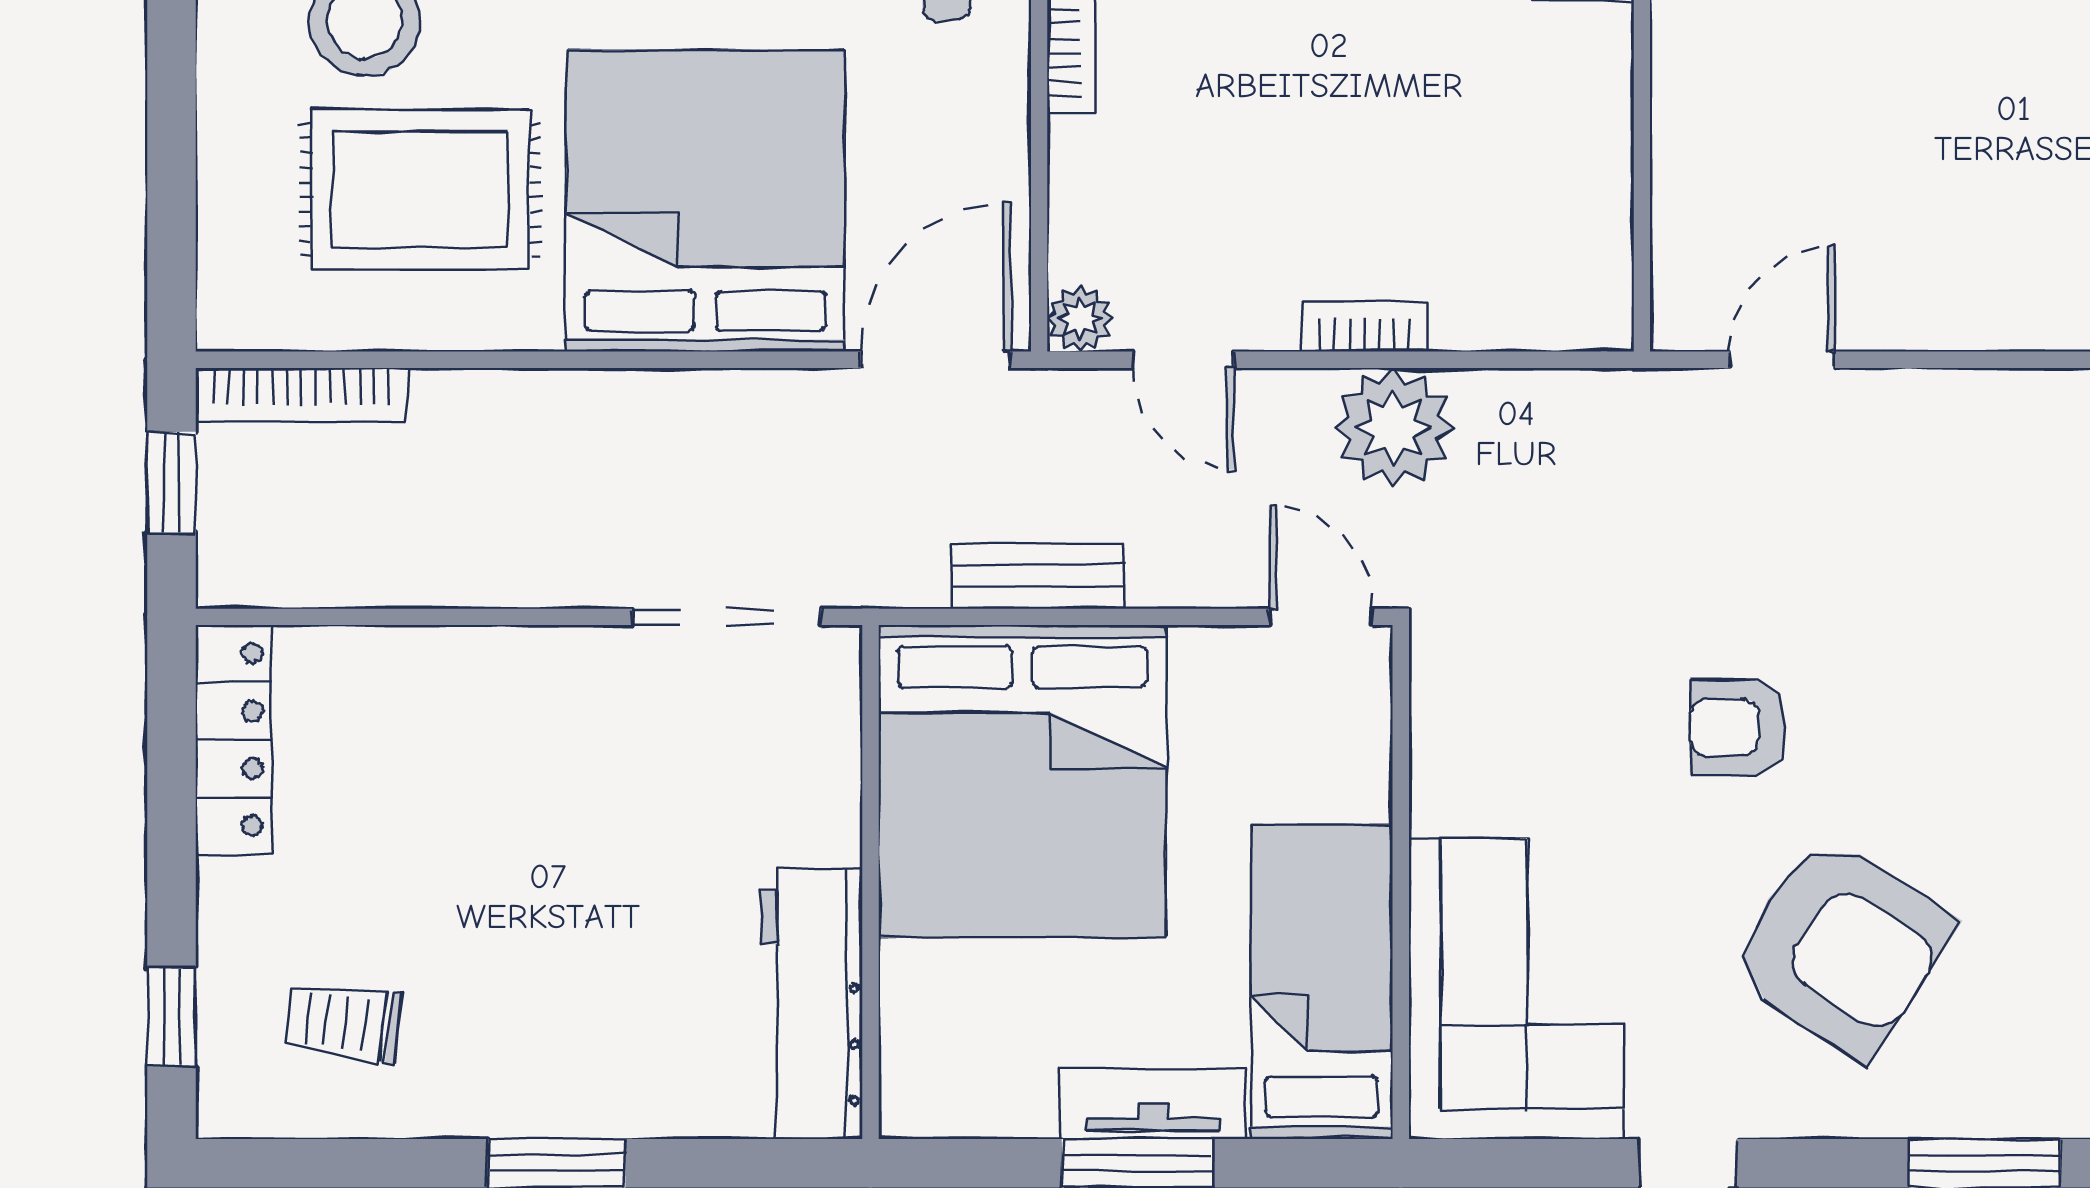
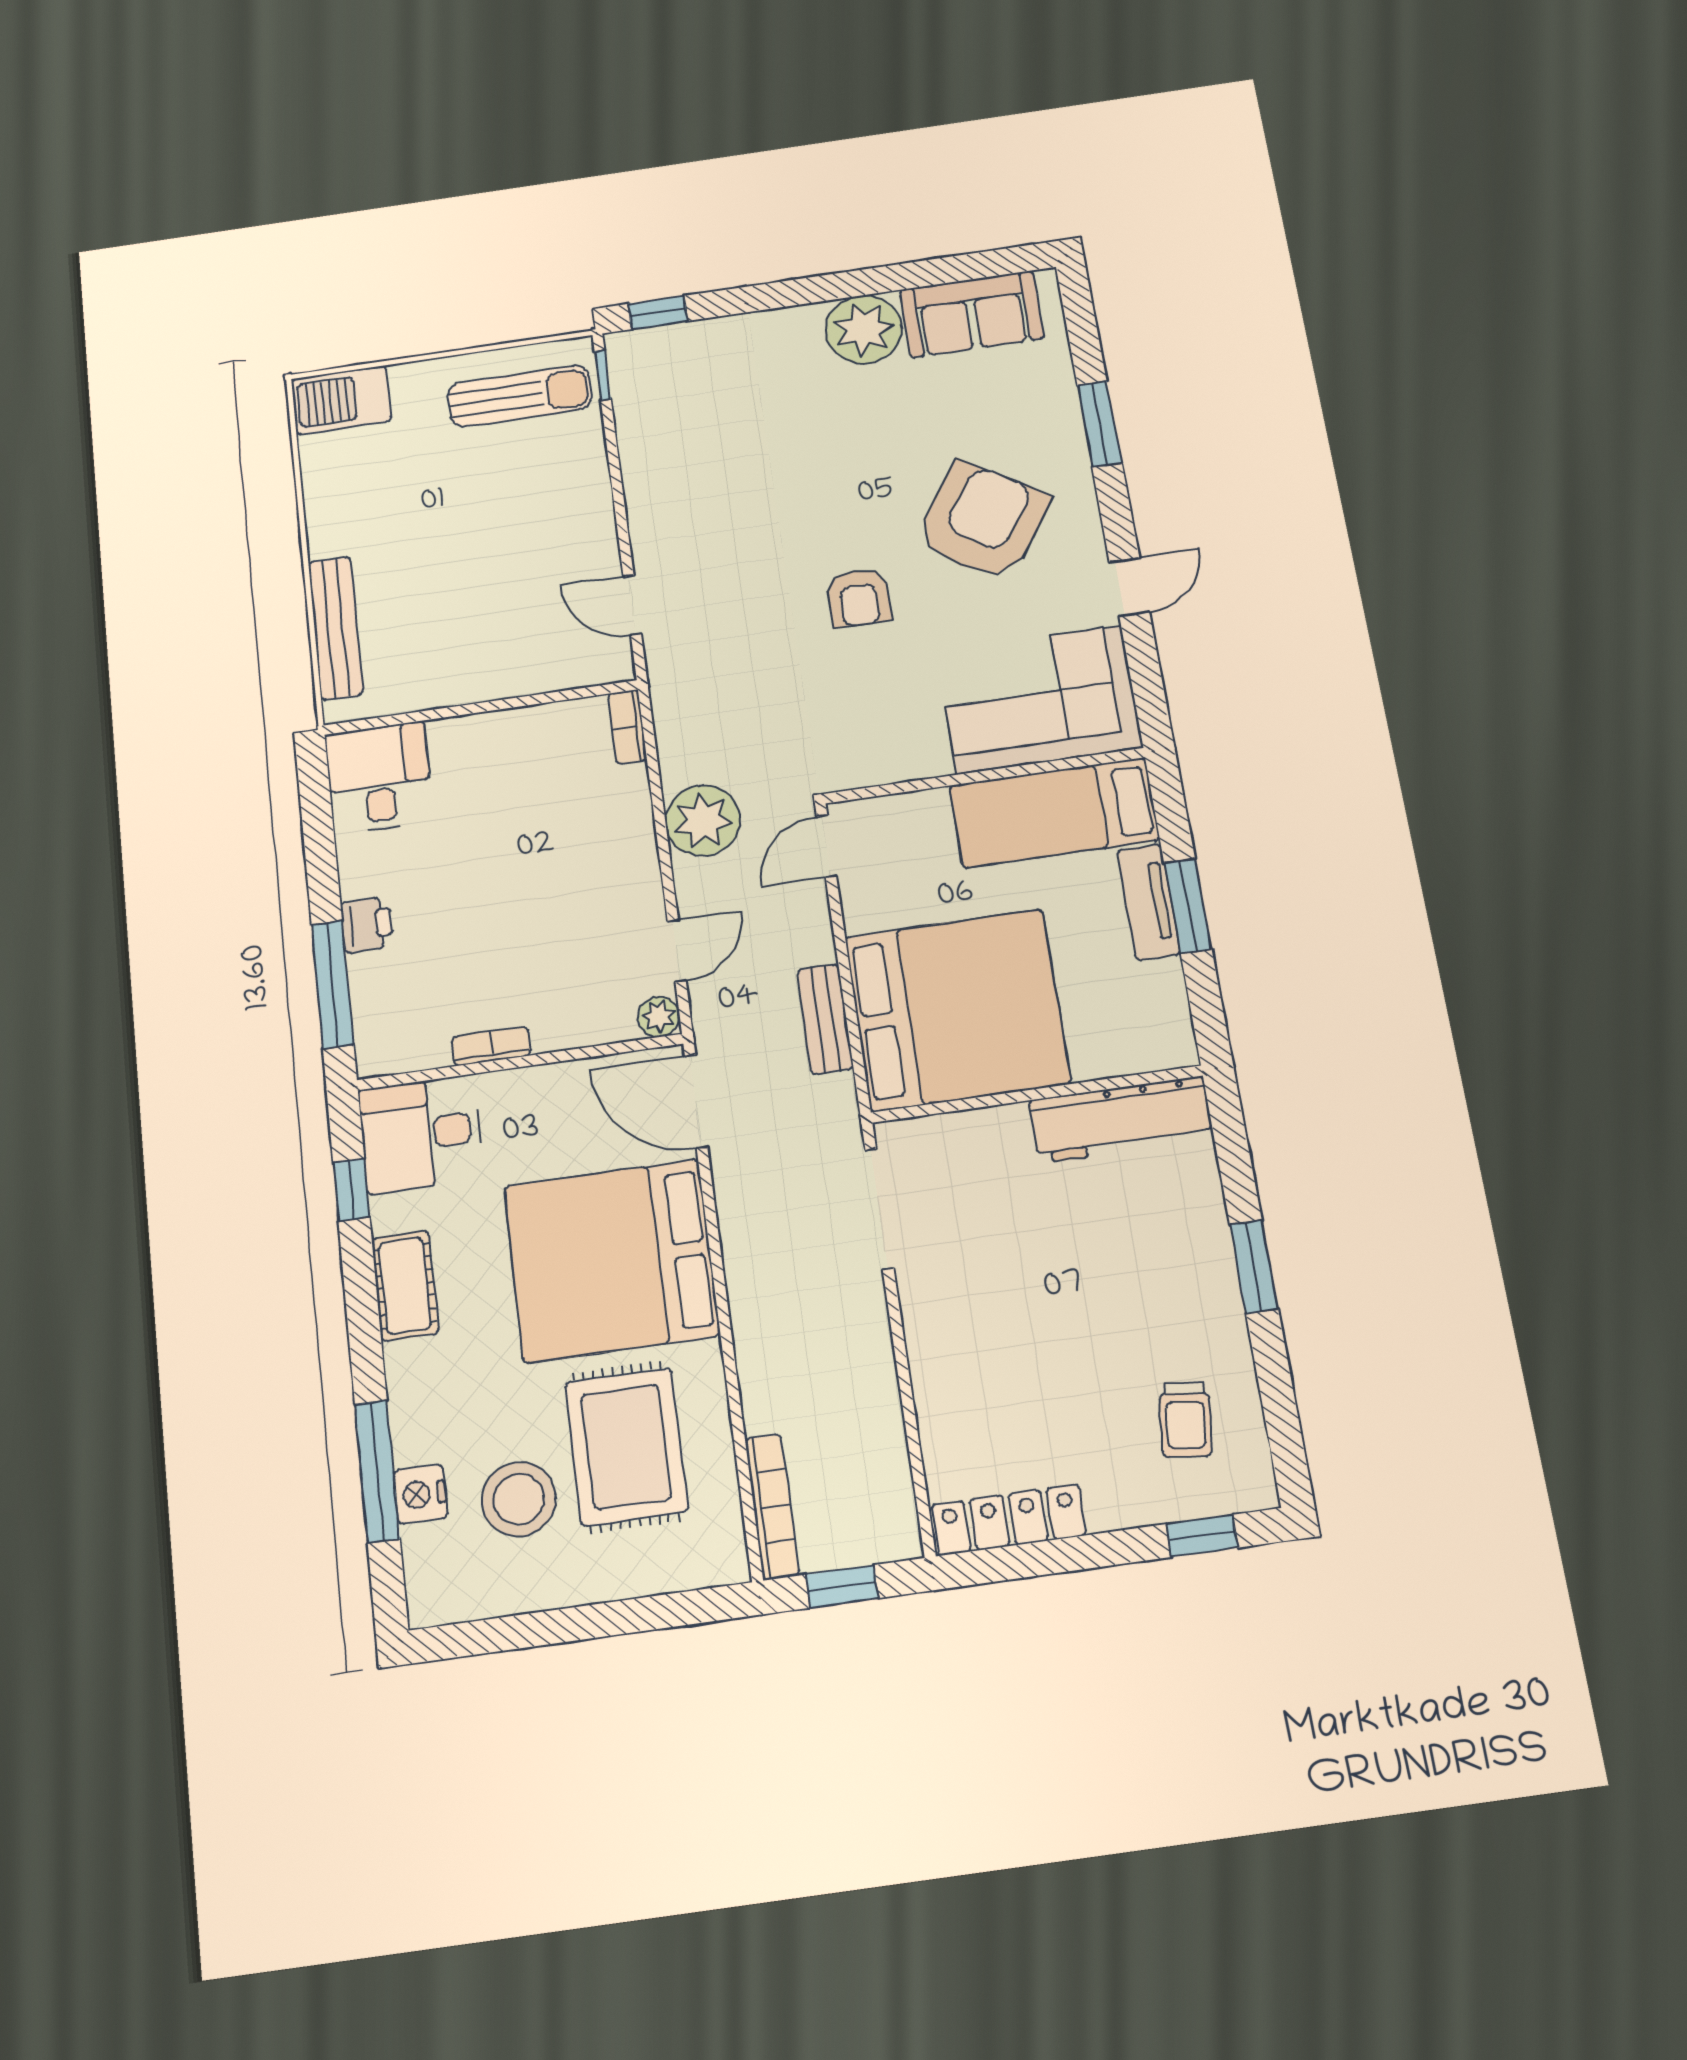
bookcase: (1364, 327) -> (627, 727), moved

